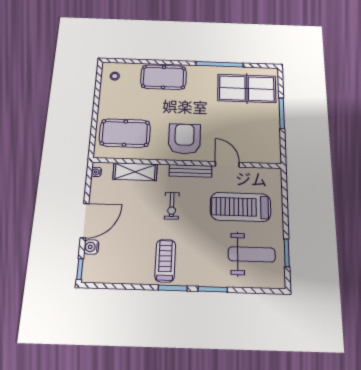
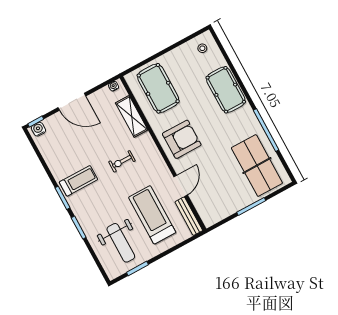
bench: (190, 171) -> (189, 216), moved
water cooler: (91, 247) -> (38, 129), moved

